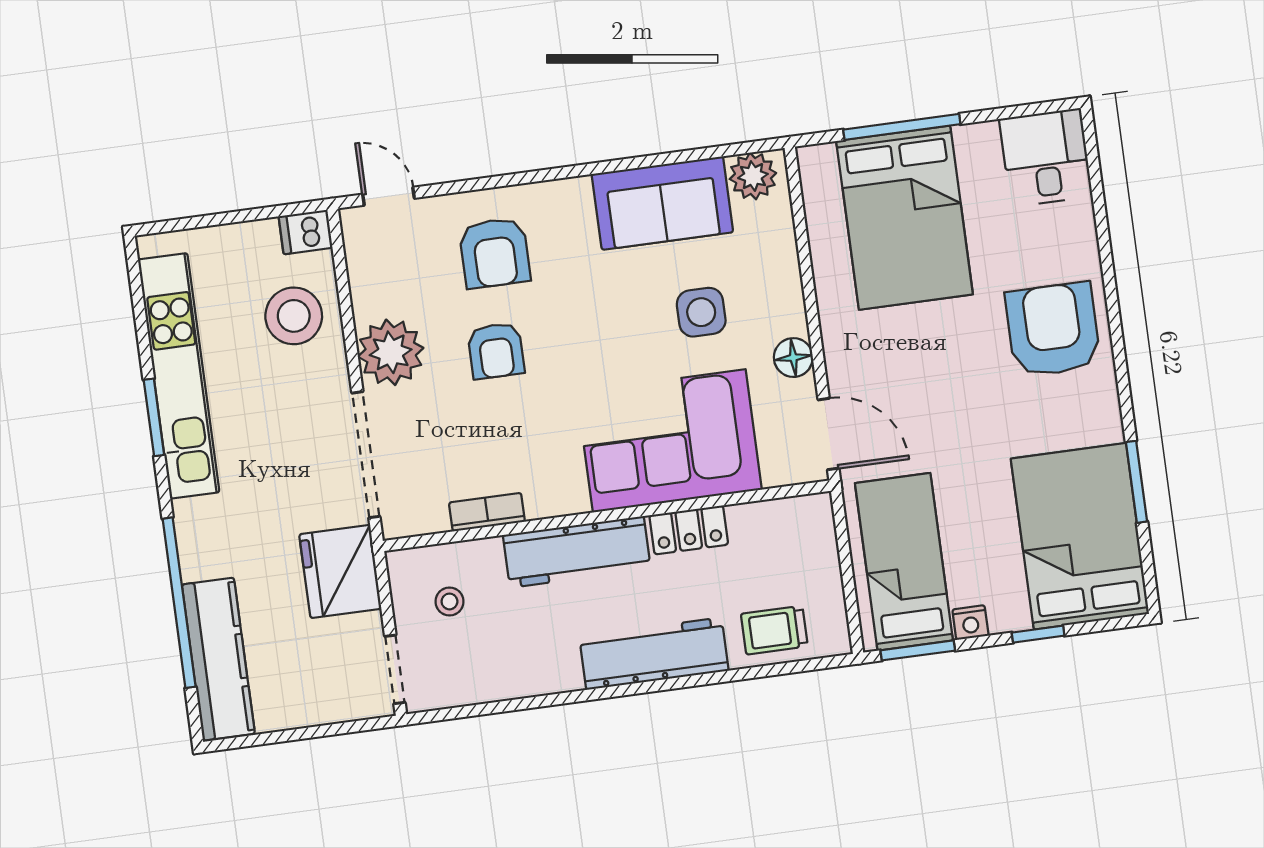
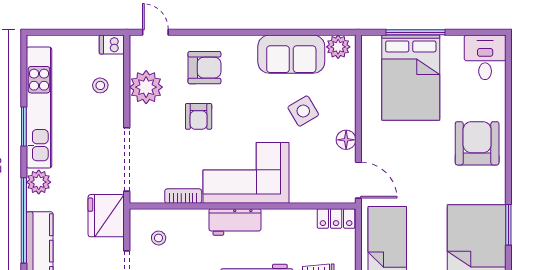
armchair: (495, 253) -> (204, 68), turned -90
side table: (701, 312) -> (303, 111), turned -31
stool: (294, 316) -> (100, 85), width x0.53, depth x0.53
plant: (391, 352) -> (146, 87), moved
corner sofa: (669, 441) -> (246, 173), moved
plant: (198, 523) -> (39, 182), added
locker: (689, 530) -> (336, 218), moved
workbench: (577, 552) -> (235, 222), width x0.73

